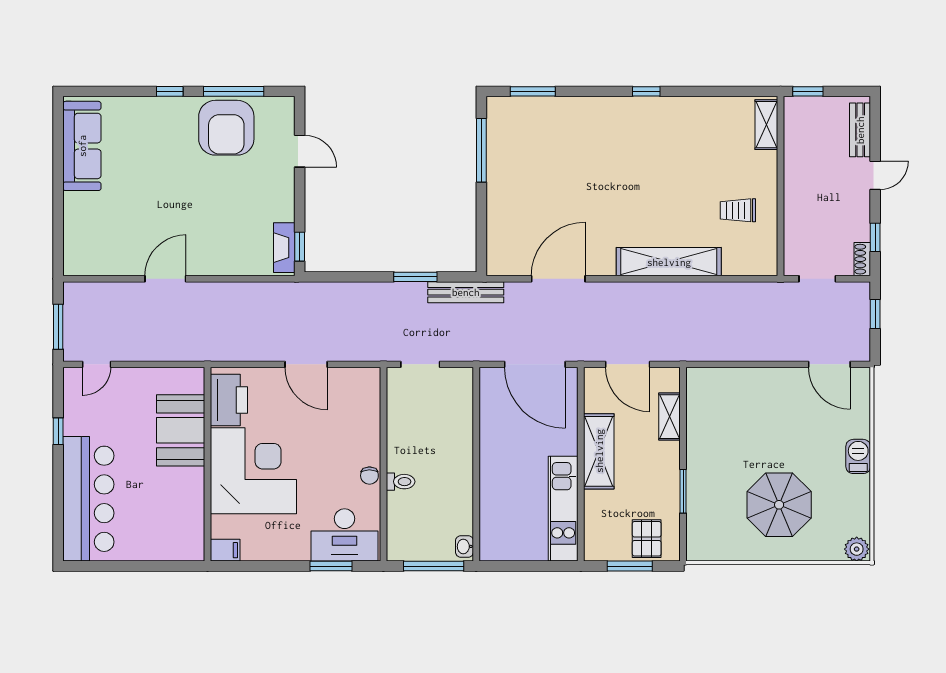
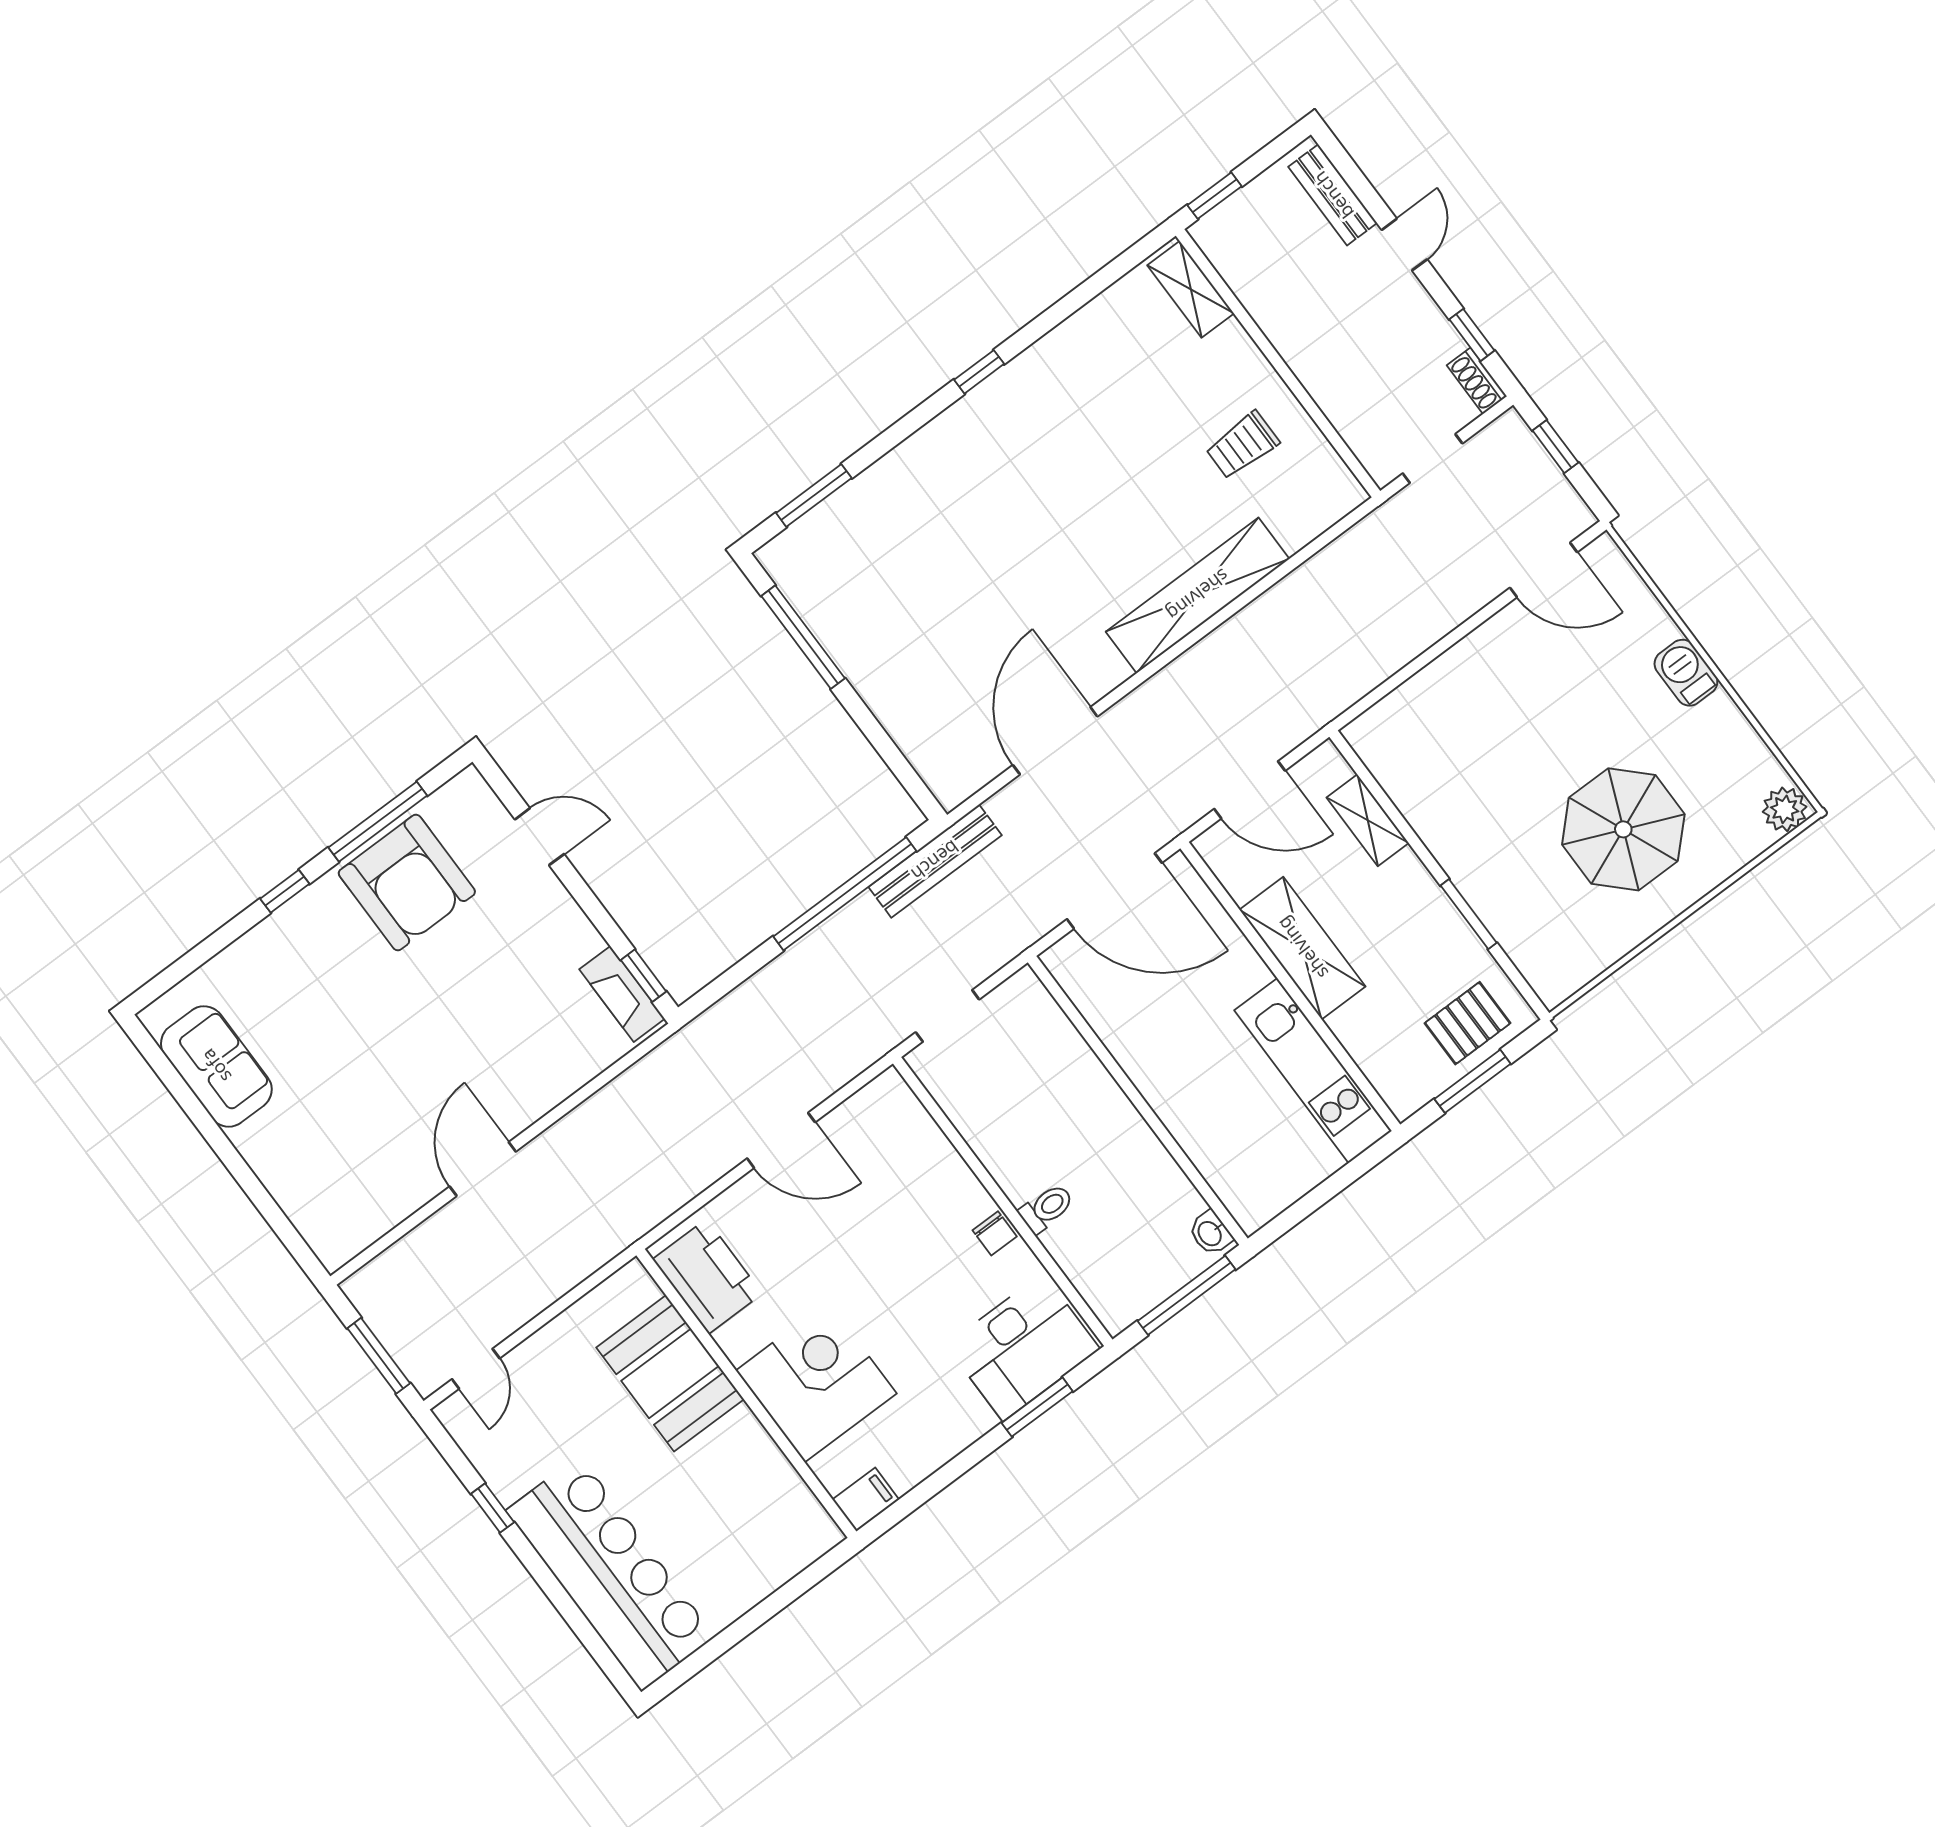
sofa: (82, 146) -> (216, 1066), width x0.73
window: (415, 277) -> (845, 894), width x2.11
corner desk: (253, 471) -> (816, 1382), width x0.74, depth x0.74
pallet: (647, 539) -> (1468, 1023), turned 90

